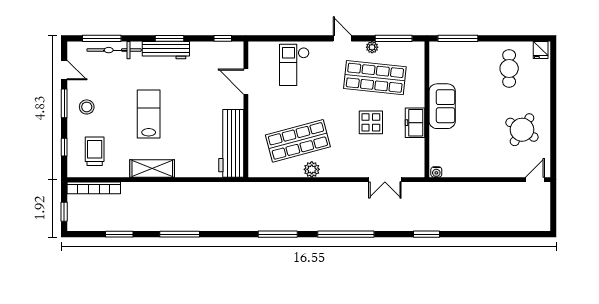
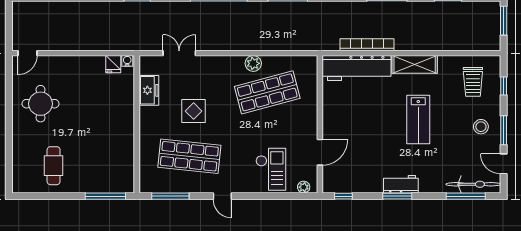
plant: (372, 47) -> (304, 187), moved
bicycle: (114, 50) -> (473, 184), moved
workbench: (166, 50) -> (401, 184), width x0.73
fridge: (541, 50) -> (113, 64), moved, turned 180
door: (246, 82) -> (320, 152), hinge flipped
sofa: (442, 106) -> (121, 127), removed
freezer: (415, 123) -> (149, 90), moved
round table: (522, 130) -> (41, 104), turned -32
workbench: (231, 143) -> (357, 68), moved, turned 90
bookcase: (94, 188) -> (367, 45), moved
window: (64, 212) -> (504, 21), width x1.50

